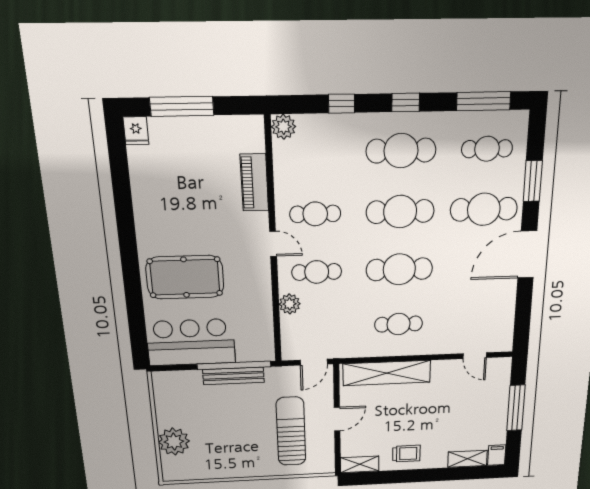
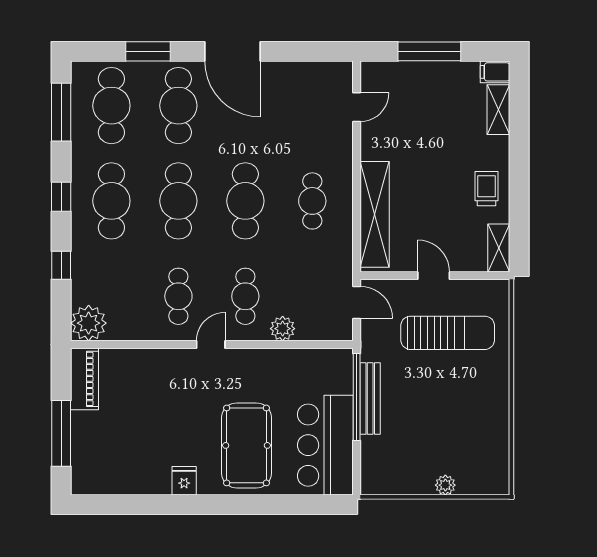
plant: (284, 127) -> (89, 323), width x1.36, depth x1.36
fridge: (136, 131) -> (184, 481), moved, turned -90
cafe table: (487, 149) -> (111, 106), width x1.37, depth x1.35
piano: (254, 182) -> (85, 379), moved, turned -90
sun lounger: (291, 431) -> (448, 333), turned 180
plant: (174, 442) -> (445, 485), width x0.53, depth x0.53

